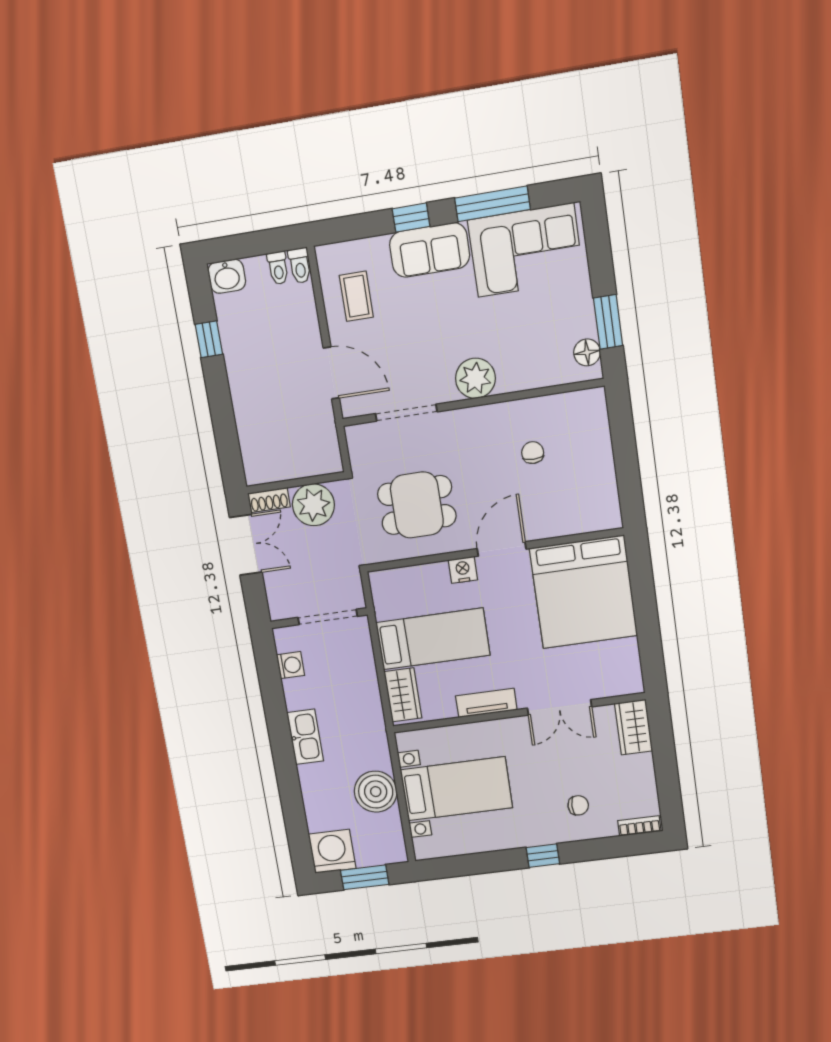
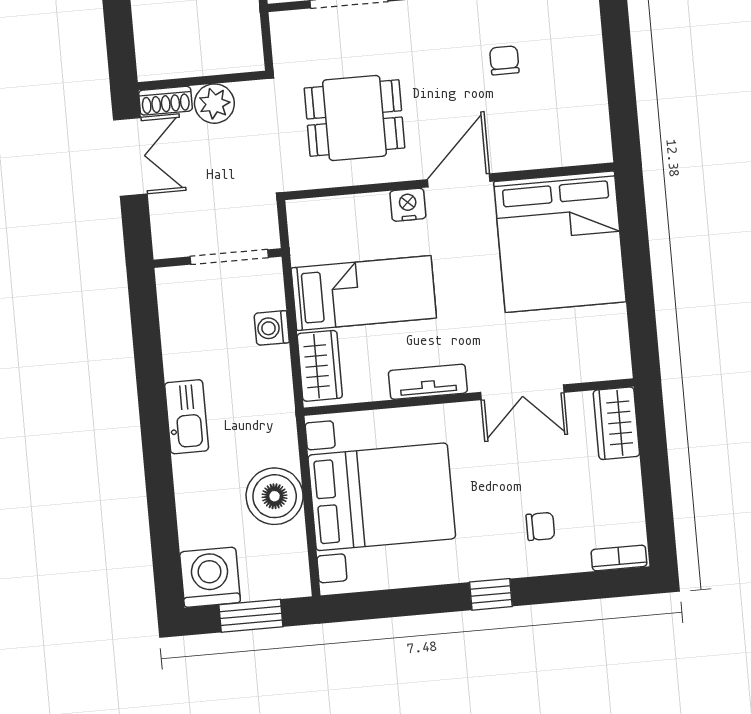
plant: (313, 505) -> (214, 104), width x0.73, depth x0.73
washing machine: (290, 665) -> (272, 328), moved, turned 180
bed with nightstands: (456, 789) -> (382, 497), width x1.36

